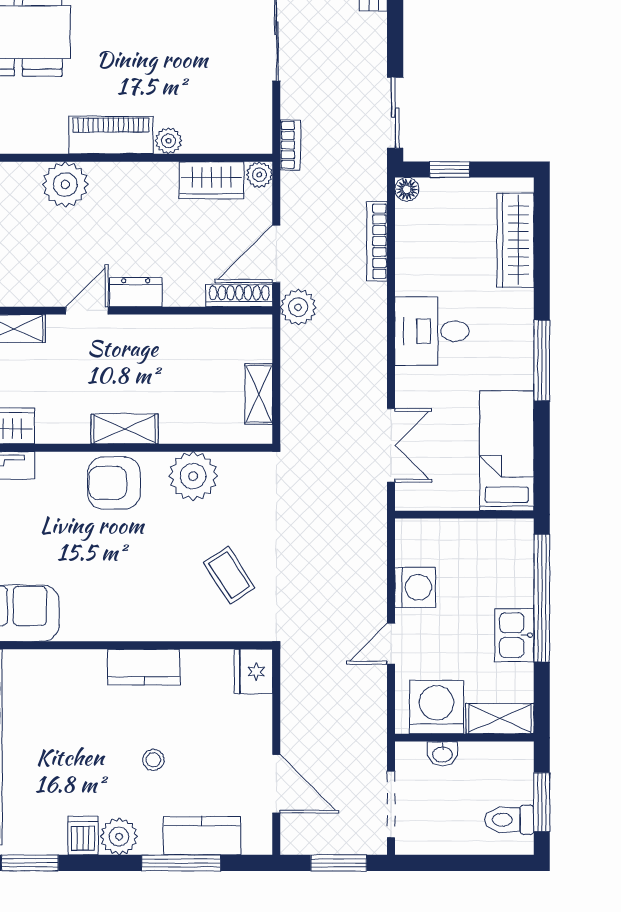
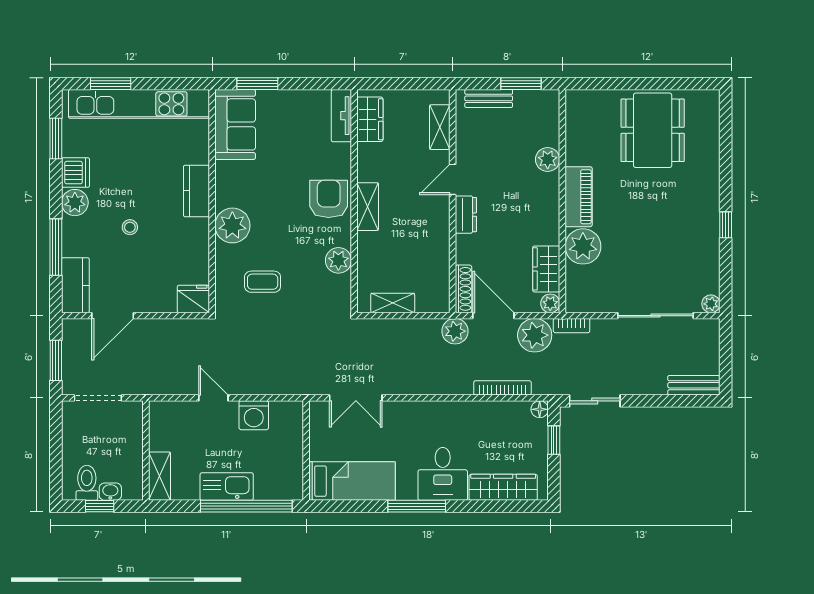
plant: (169, 141) -> (583, 246), width x1.88, depth x1.88
plant: (65, 184) -> (548, 159), width x0.73, depth x0.73
plant: (304, 196) -> (535, 335), added
door: (87, 311) -> (453, 179), swing flipped
desk: (432, 331) -> (443, 474), moved, turned 180
plant: (193, 476) -> (338, 260), width x0.73, depth x0.73
coffee table: (229, 575) -> (263, 282), turned 33
plant: (151, 617) -> (232, 225), added
kitchen sink: (514, 635) -> (227, 487), width x1.38
kitchen counter: (144, 667) -> (196, 191), moved
washing machine: (437, 707) -> (168, 431), removed
washbasin: (443, 754) -> (110, 492), moved, turned 90
window: (542, 802) -> (100, 506), width x0.67
dishwasher: (83, 836) -> (75, 173), width x1.38
kitchen counter: (202, 836) -> (75, 285), moved

